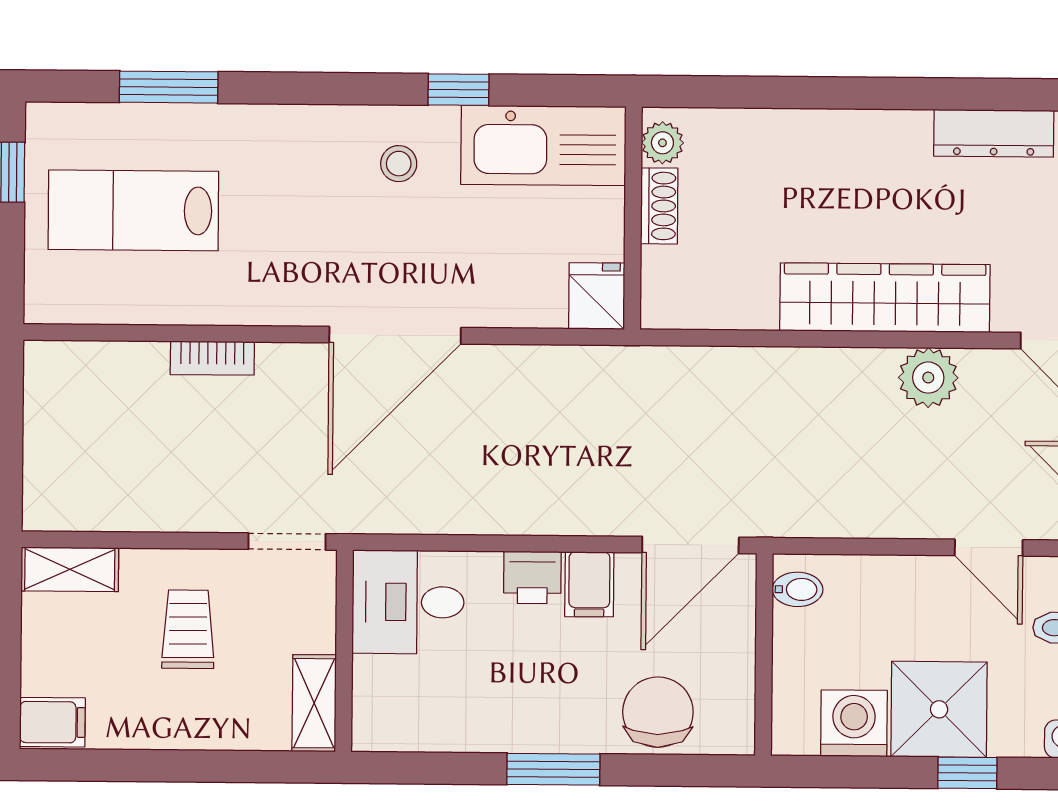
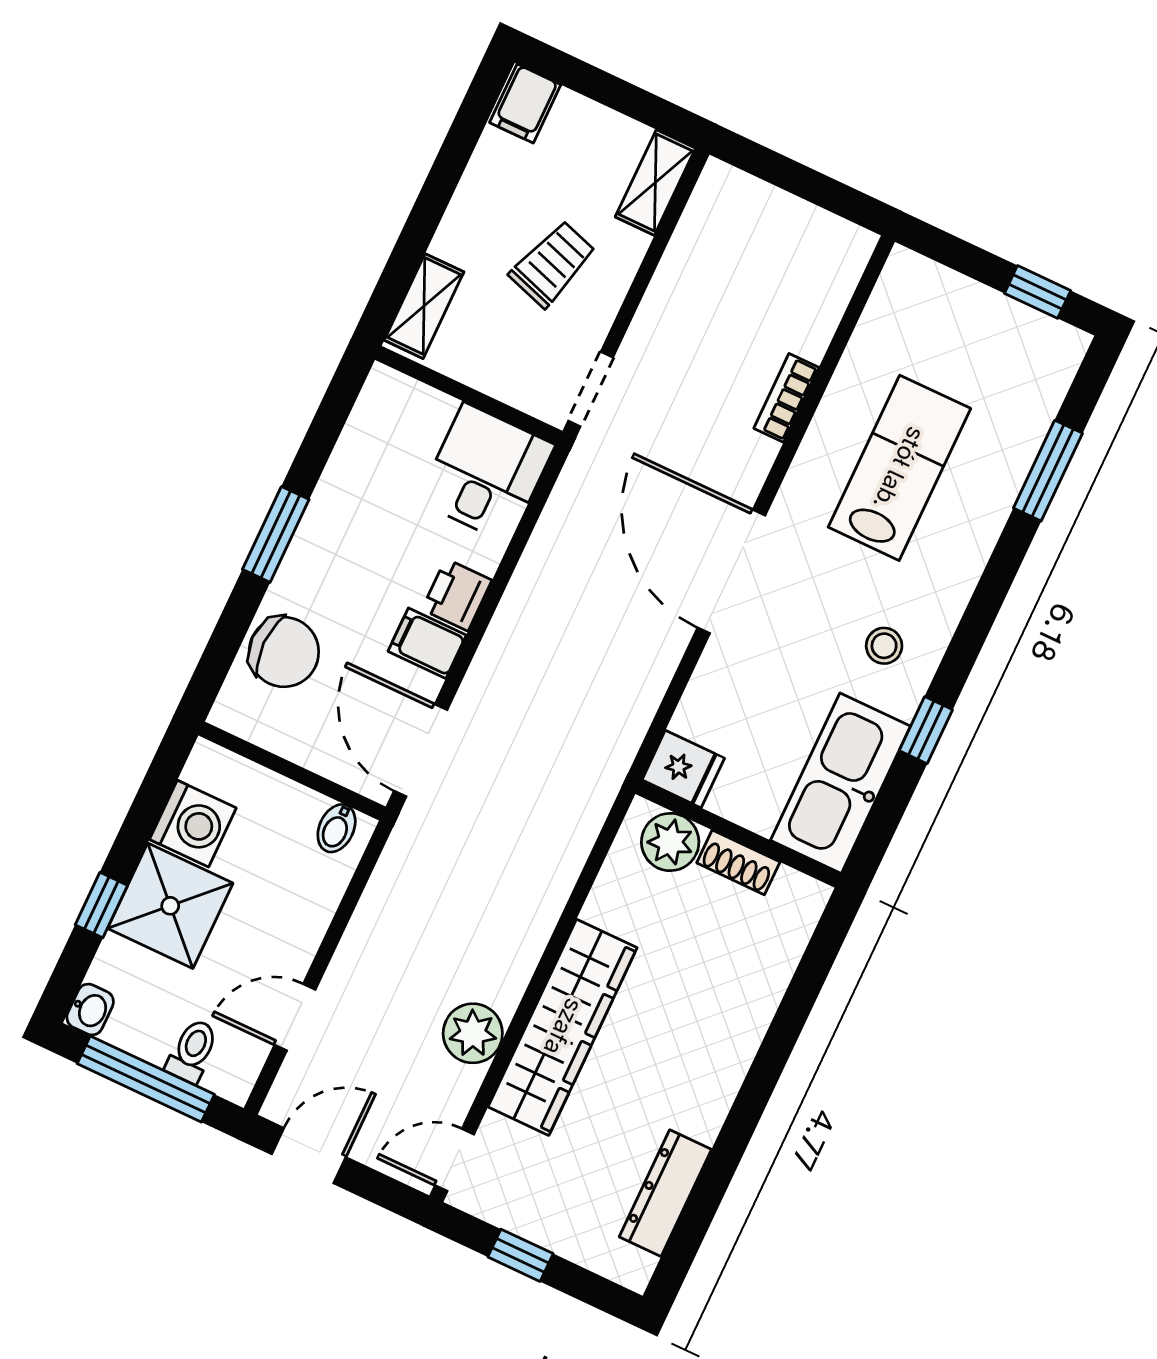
plant: (662, 143) -> (670, 842), moved, width x1.38, depth x1.38
lab bench: (133, 210) -> (899, 468), moved
trolley: (188, 629) -> (553, 264), turned -72
shelving: (314, 703) -> (424, 306), moved, turned 90

